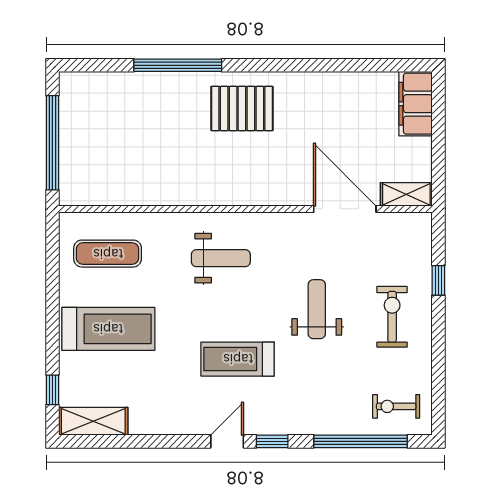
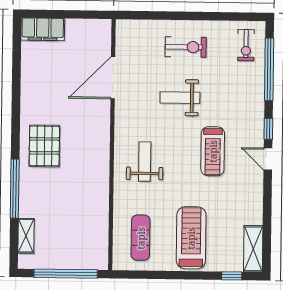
shelving: (406, 194) -> (26, 236), moved
window: (438, 280) -> (162, 16), removed
exercise bike: (392, 317) -> (186, 47), turned 180

